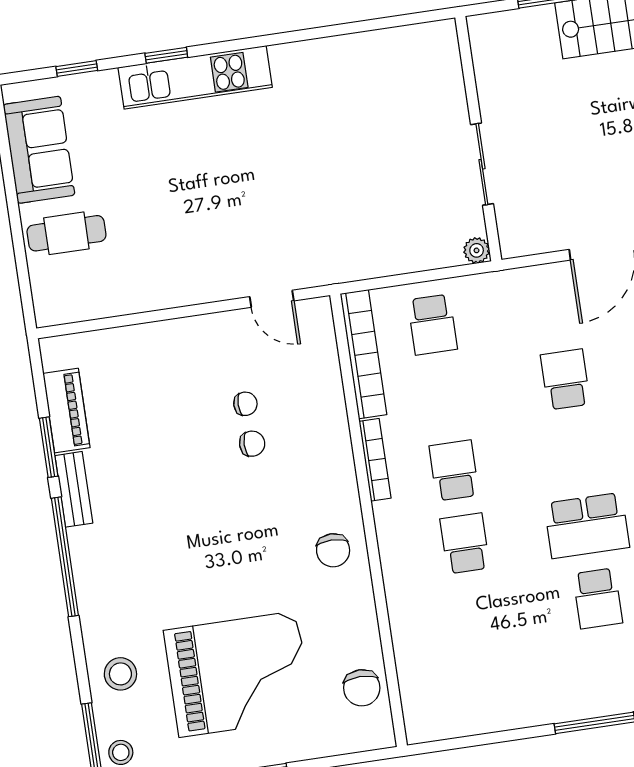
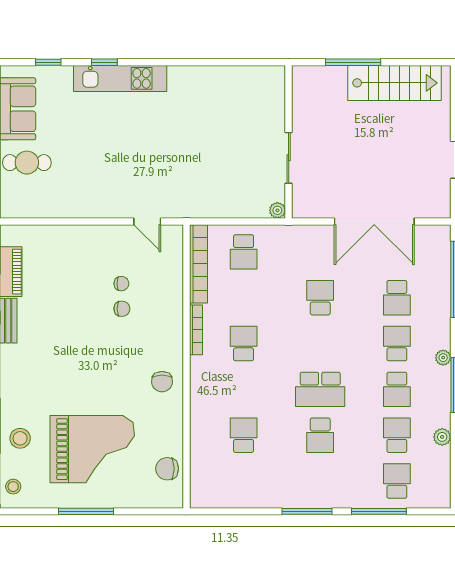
school desk: (465, 543) -> (244, 435), moved
chair: (362, 688) -> (167, 469), turned 90

